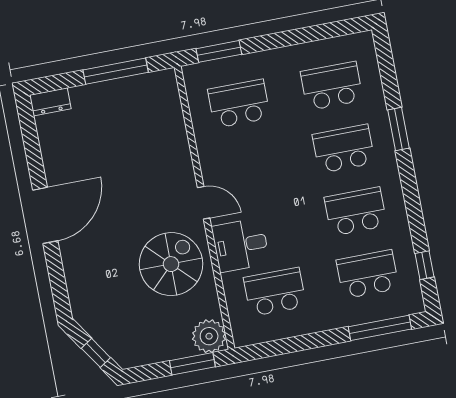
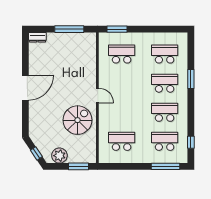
desk: (241, 245) -> (110, 117), removed
plant: (209, 336) -> (59, 156), moved

